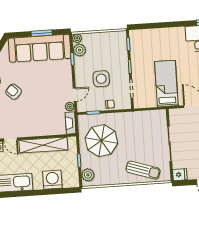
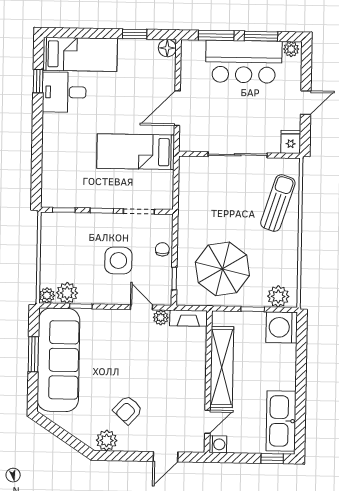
washing machine: (52, 180) -> (282, 327), moved

